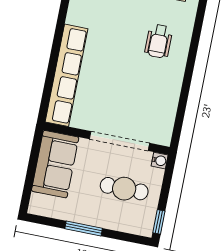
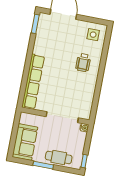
sofa: (55, 164) -> (25, 142), moved
cafe table: (124, 189) -> (59, 158), moved

